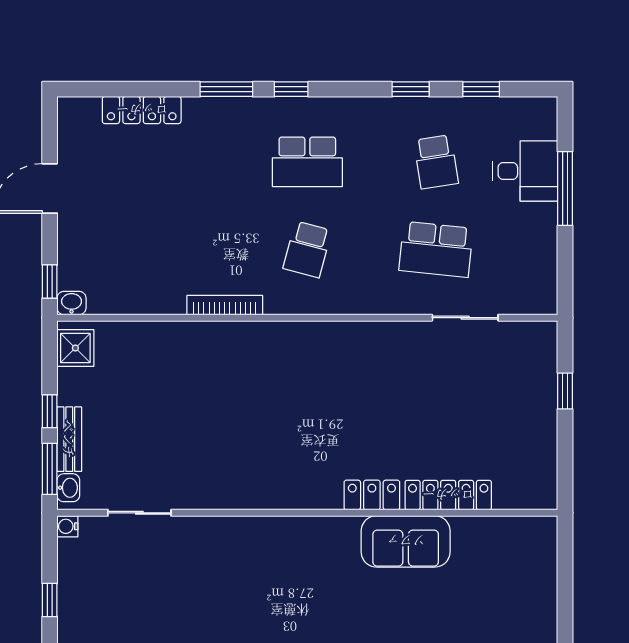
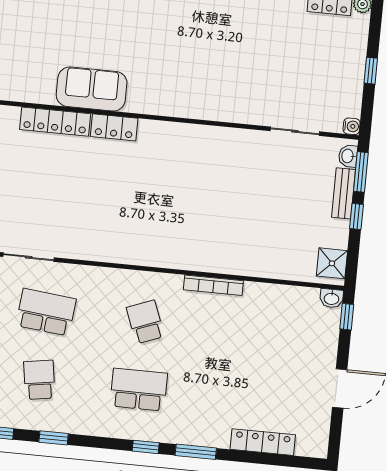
school desk: (307, 249) -> (145, 322), turned -36

